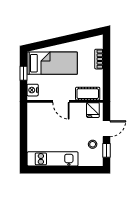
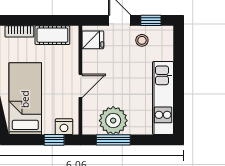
window: (23, 73) -> (54, 140), moved
cot: (88, 94) -> (52, 35), moved, turned 90
window: (23, 124) -> (113, 140), added
plant: (37, 124) -> (113, 121), added

